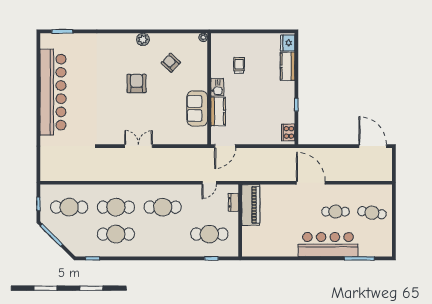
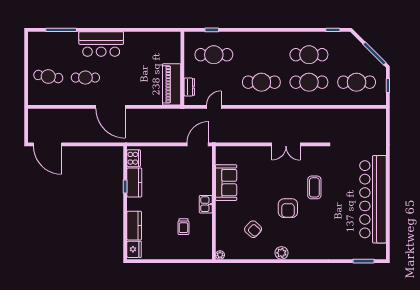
coffee table: (111, 104) -> (314, 187), added
kitchen counter: (218, 111) -> (134, 182), moved, turned 180
bar counter: (328, 245) -> (101, 44), width x0.73

